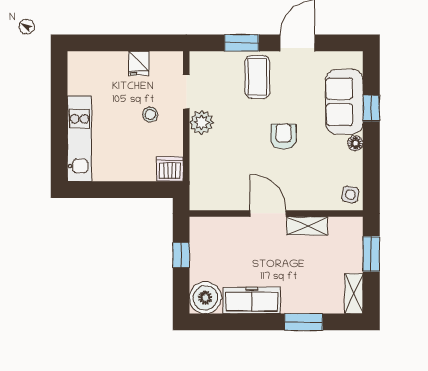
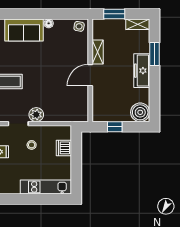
window: (371, 108) -> (28, 14), removed
armchair: (283, 137) -> (45, 66), removed
dishwasher: (170, 169) -> (64, 148), moved
freezer: (252, 300) -> (142, 71), moved

